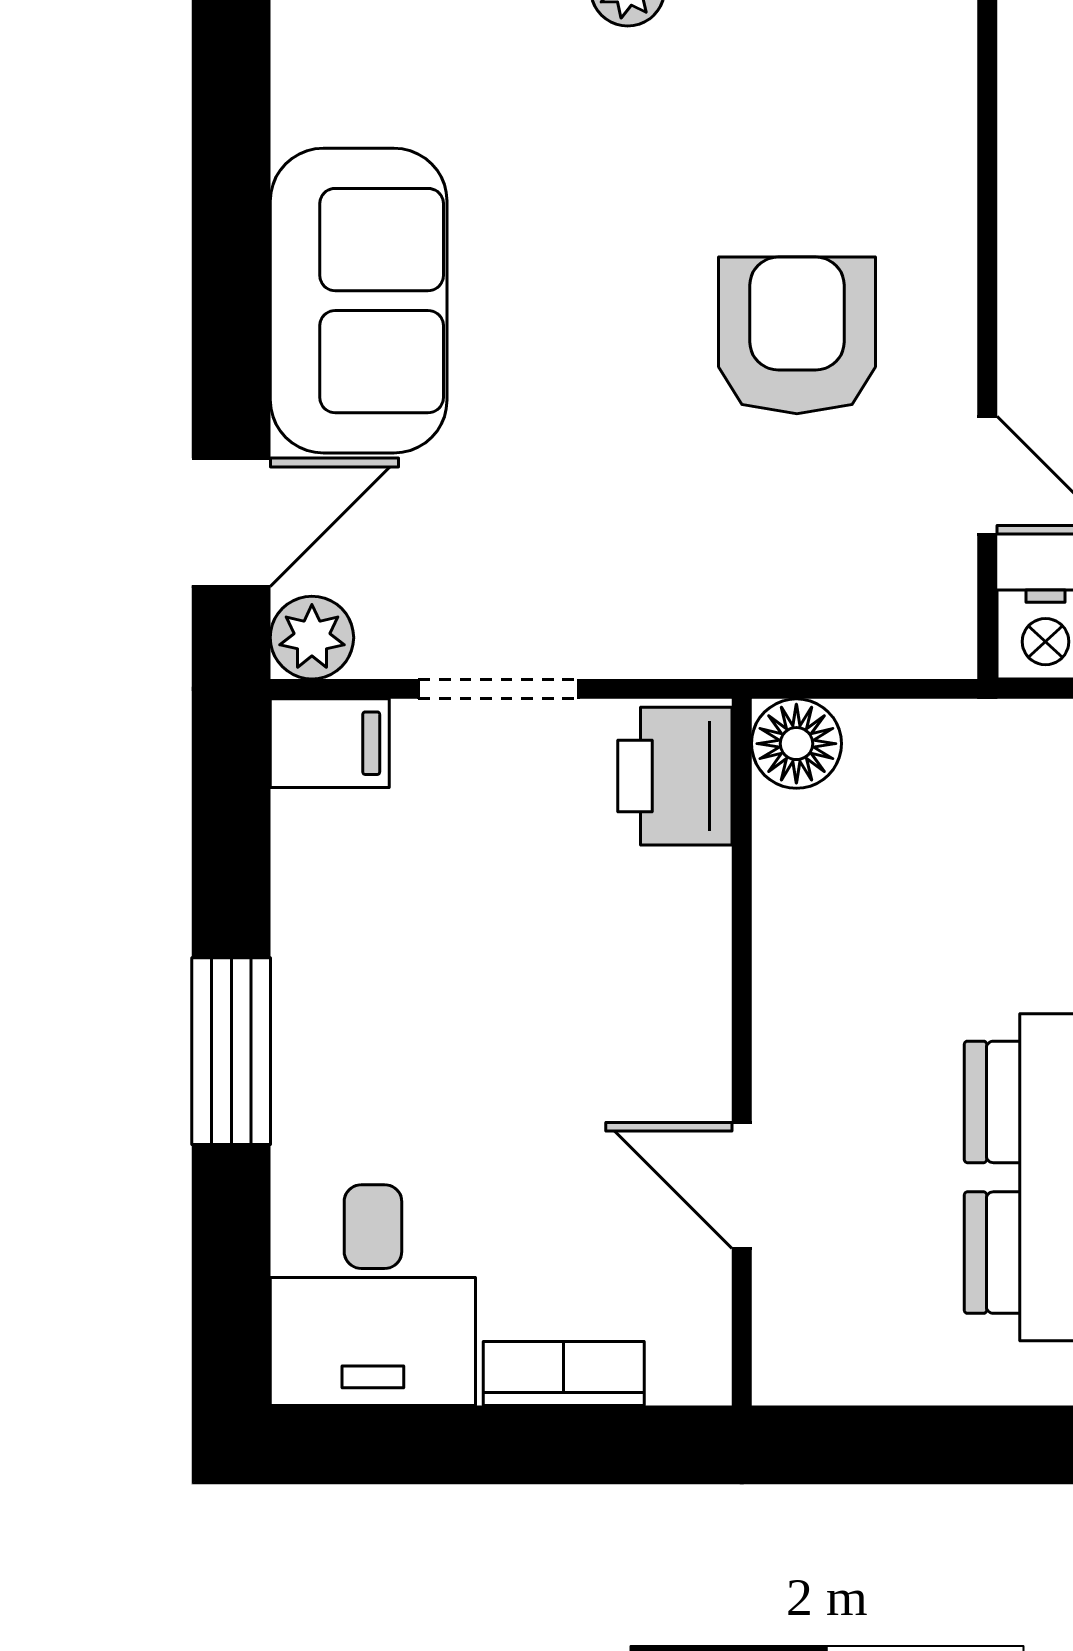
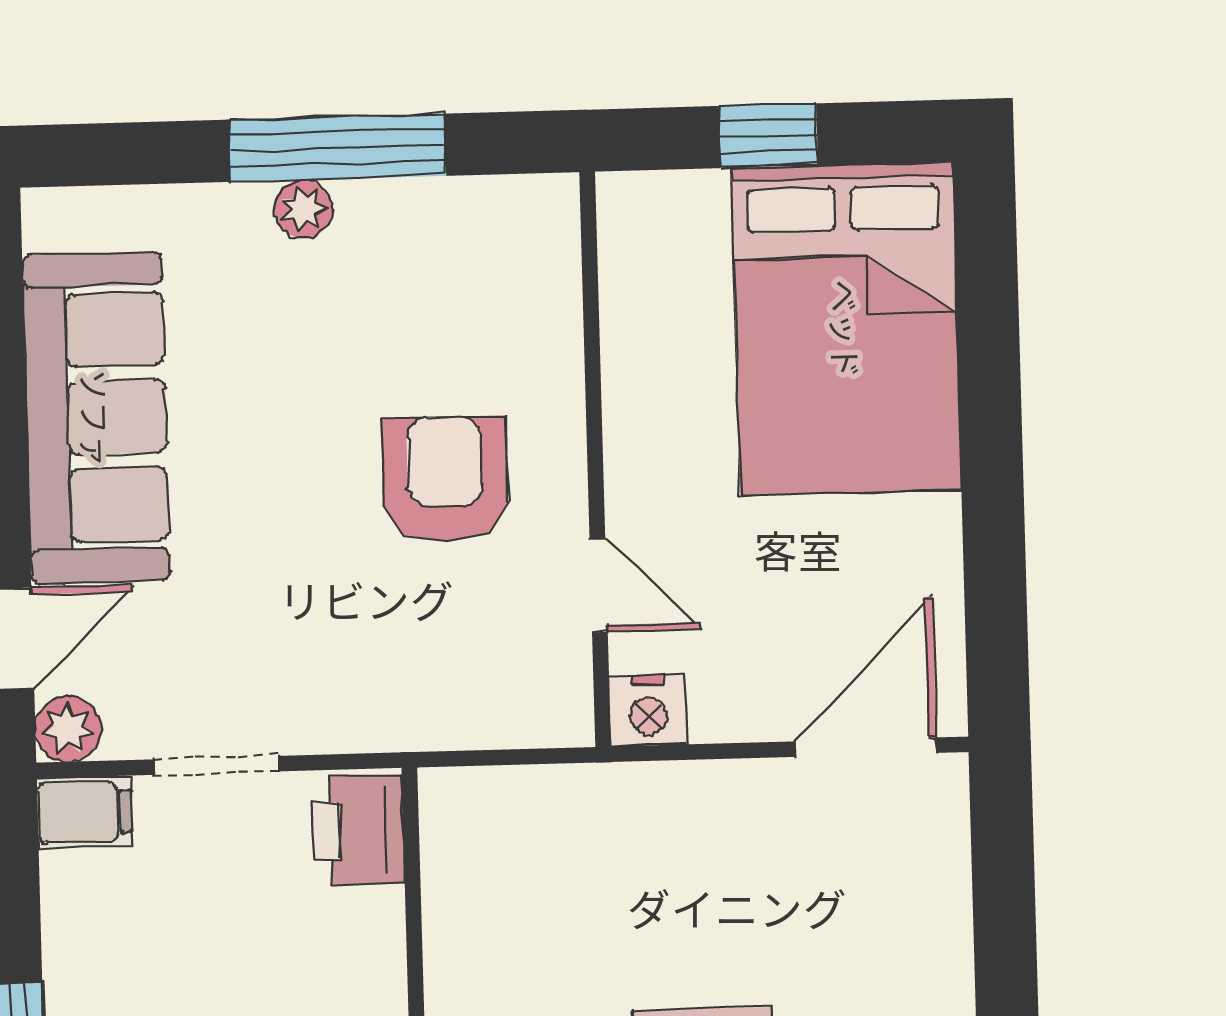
sofa: (359, 301) -> (96, 418), width x1.36
floor lamp: (796, 744) -> (454, 802), removed

